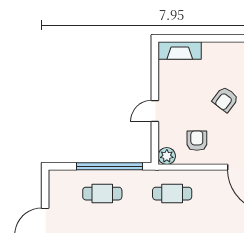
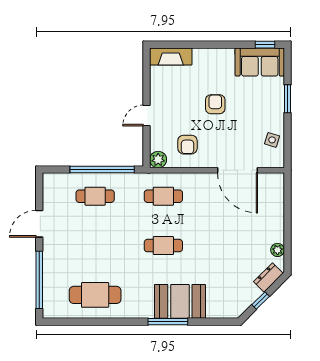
armchair: (225, 99) -> (215, 104), turned 143
armchair: (197, 141) -> (187, 145), turned 180

